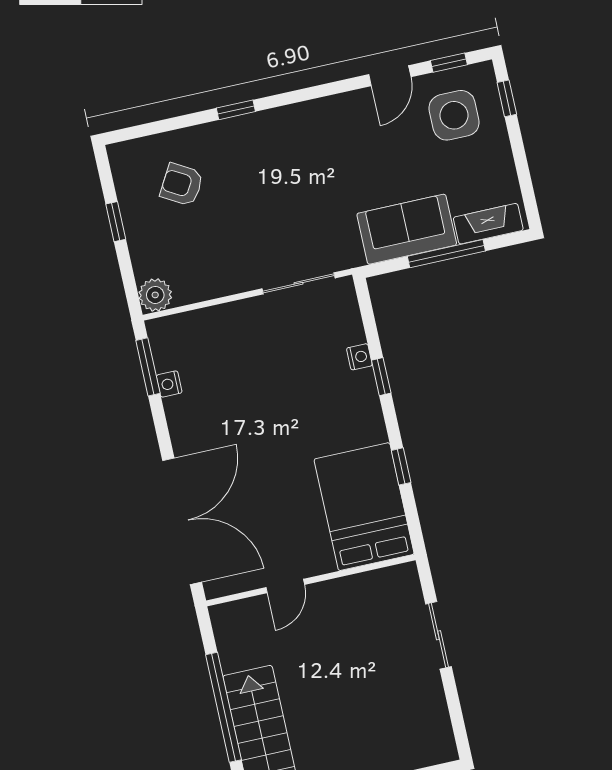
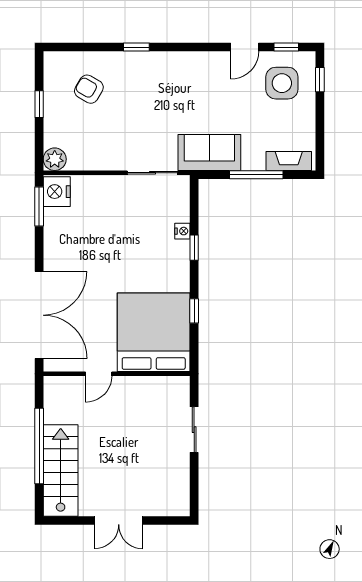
sofa: (407, 229) -> (209, 153), moved
nightstand: (169, 384) -> (57, 192), moved, width x1.89, depth x1.79
bed: (364, 507) -> (154, 332), width x1.36

